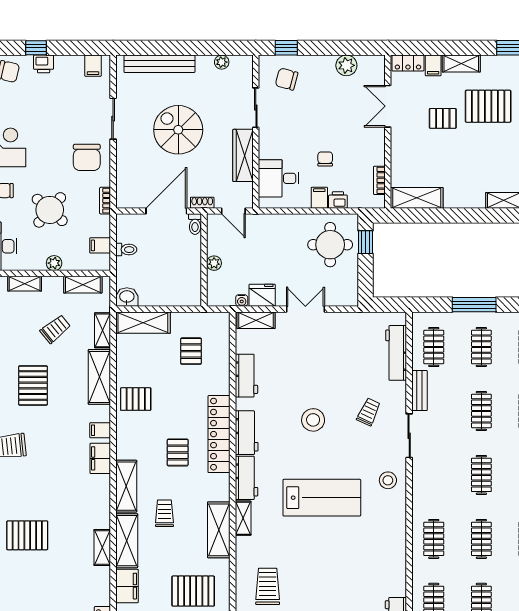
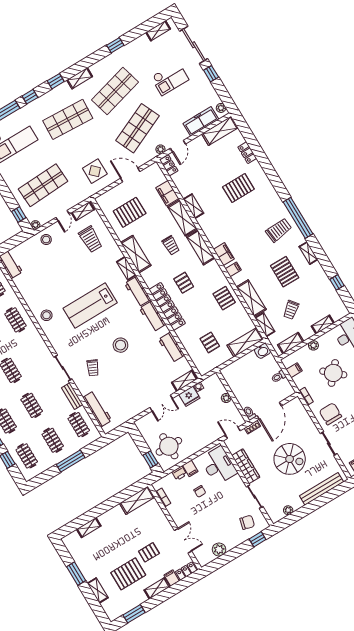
desk: (279, 178) -> (219, 466), width x1.37
pallet: (136, 399) -> (224, 298), turned 90
stool: (388, 480) -> (47, 315), moved

